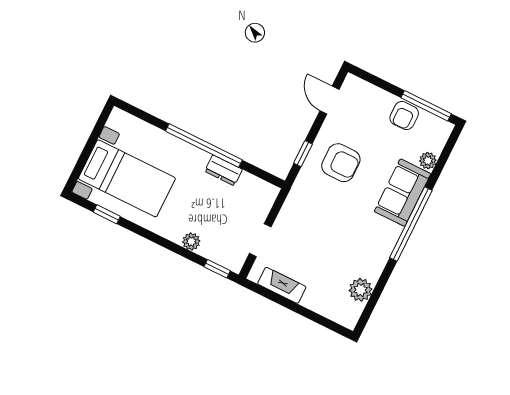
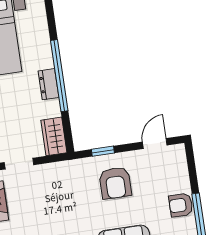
dresser: (224, 170) -> (48, 84), moved
wardrobe: (257, 190) -> (54, 136), added

